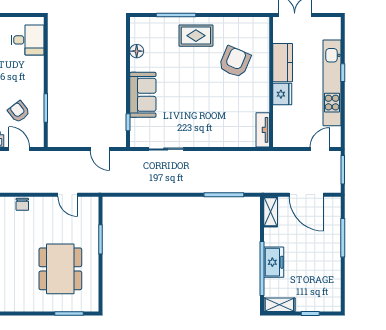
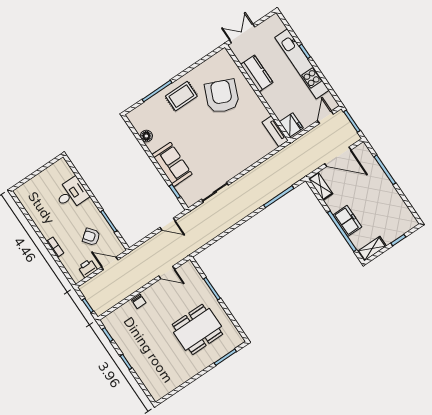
desk: (28, 40) -> (71, 194), moved
armchair: (235, 62) -> (222, 96), width x1.36, depth x1.36
fridge: (282, 94) -> (291, 125), moved
dining table: (60, 269) -> (197, 329), turned 90

